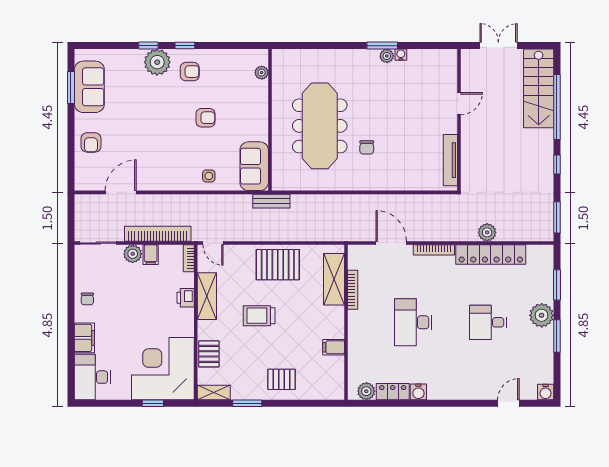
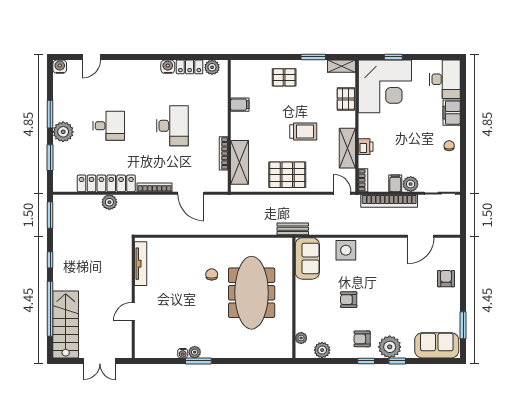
plant: (237, 58) -> (322, 350), added
sofa: (89, 87) -> (437, 345), moved, turned 90
side table: (209, 176) -> (346, 250), width x1.87, depth x1.87

